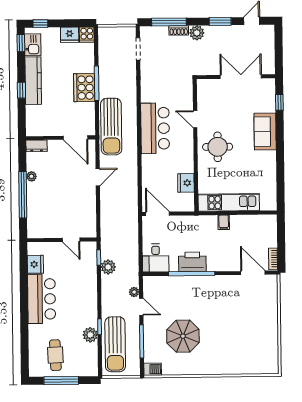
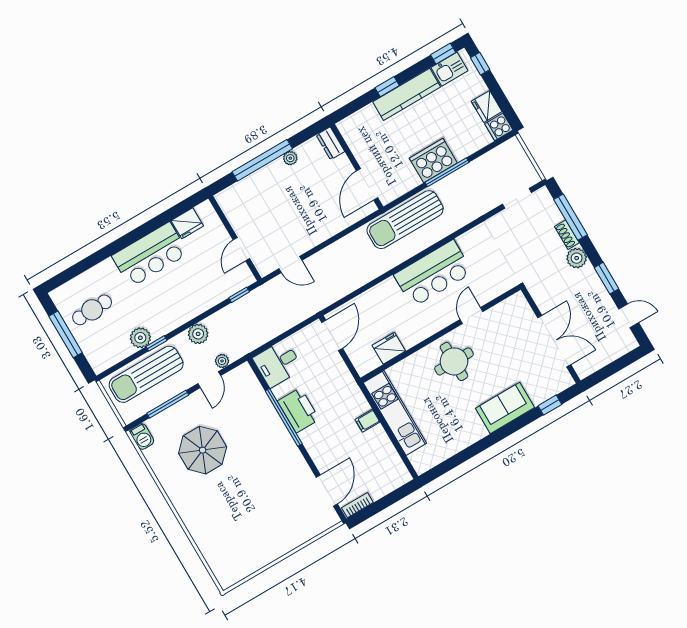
door: (98, 177) -> (290, 265), moved
plant: (108, 267) -> (198, 334), moved

